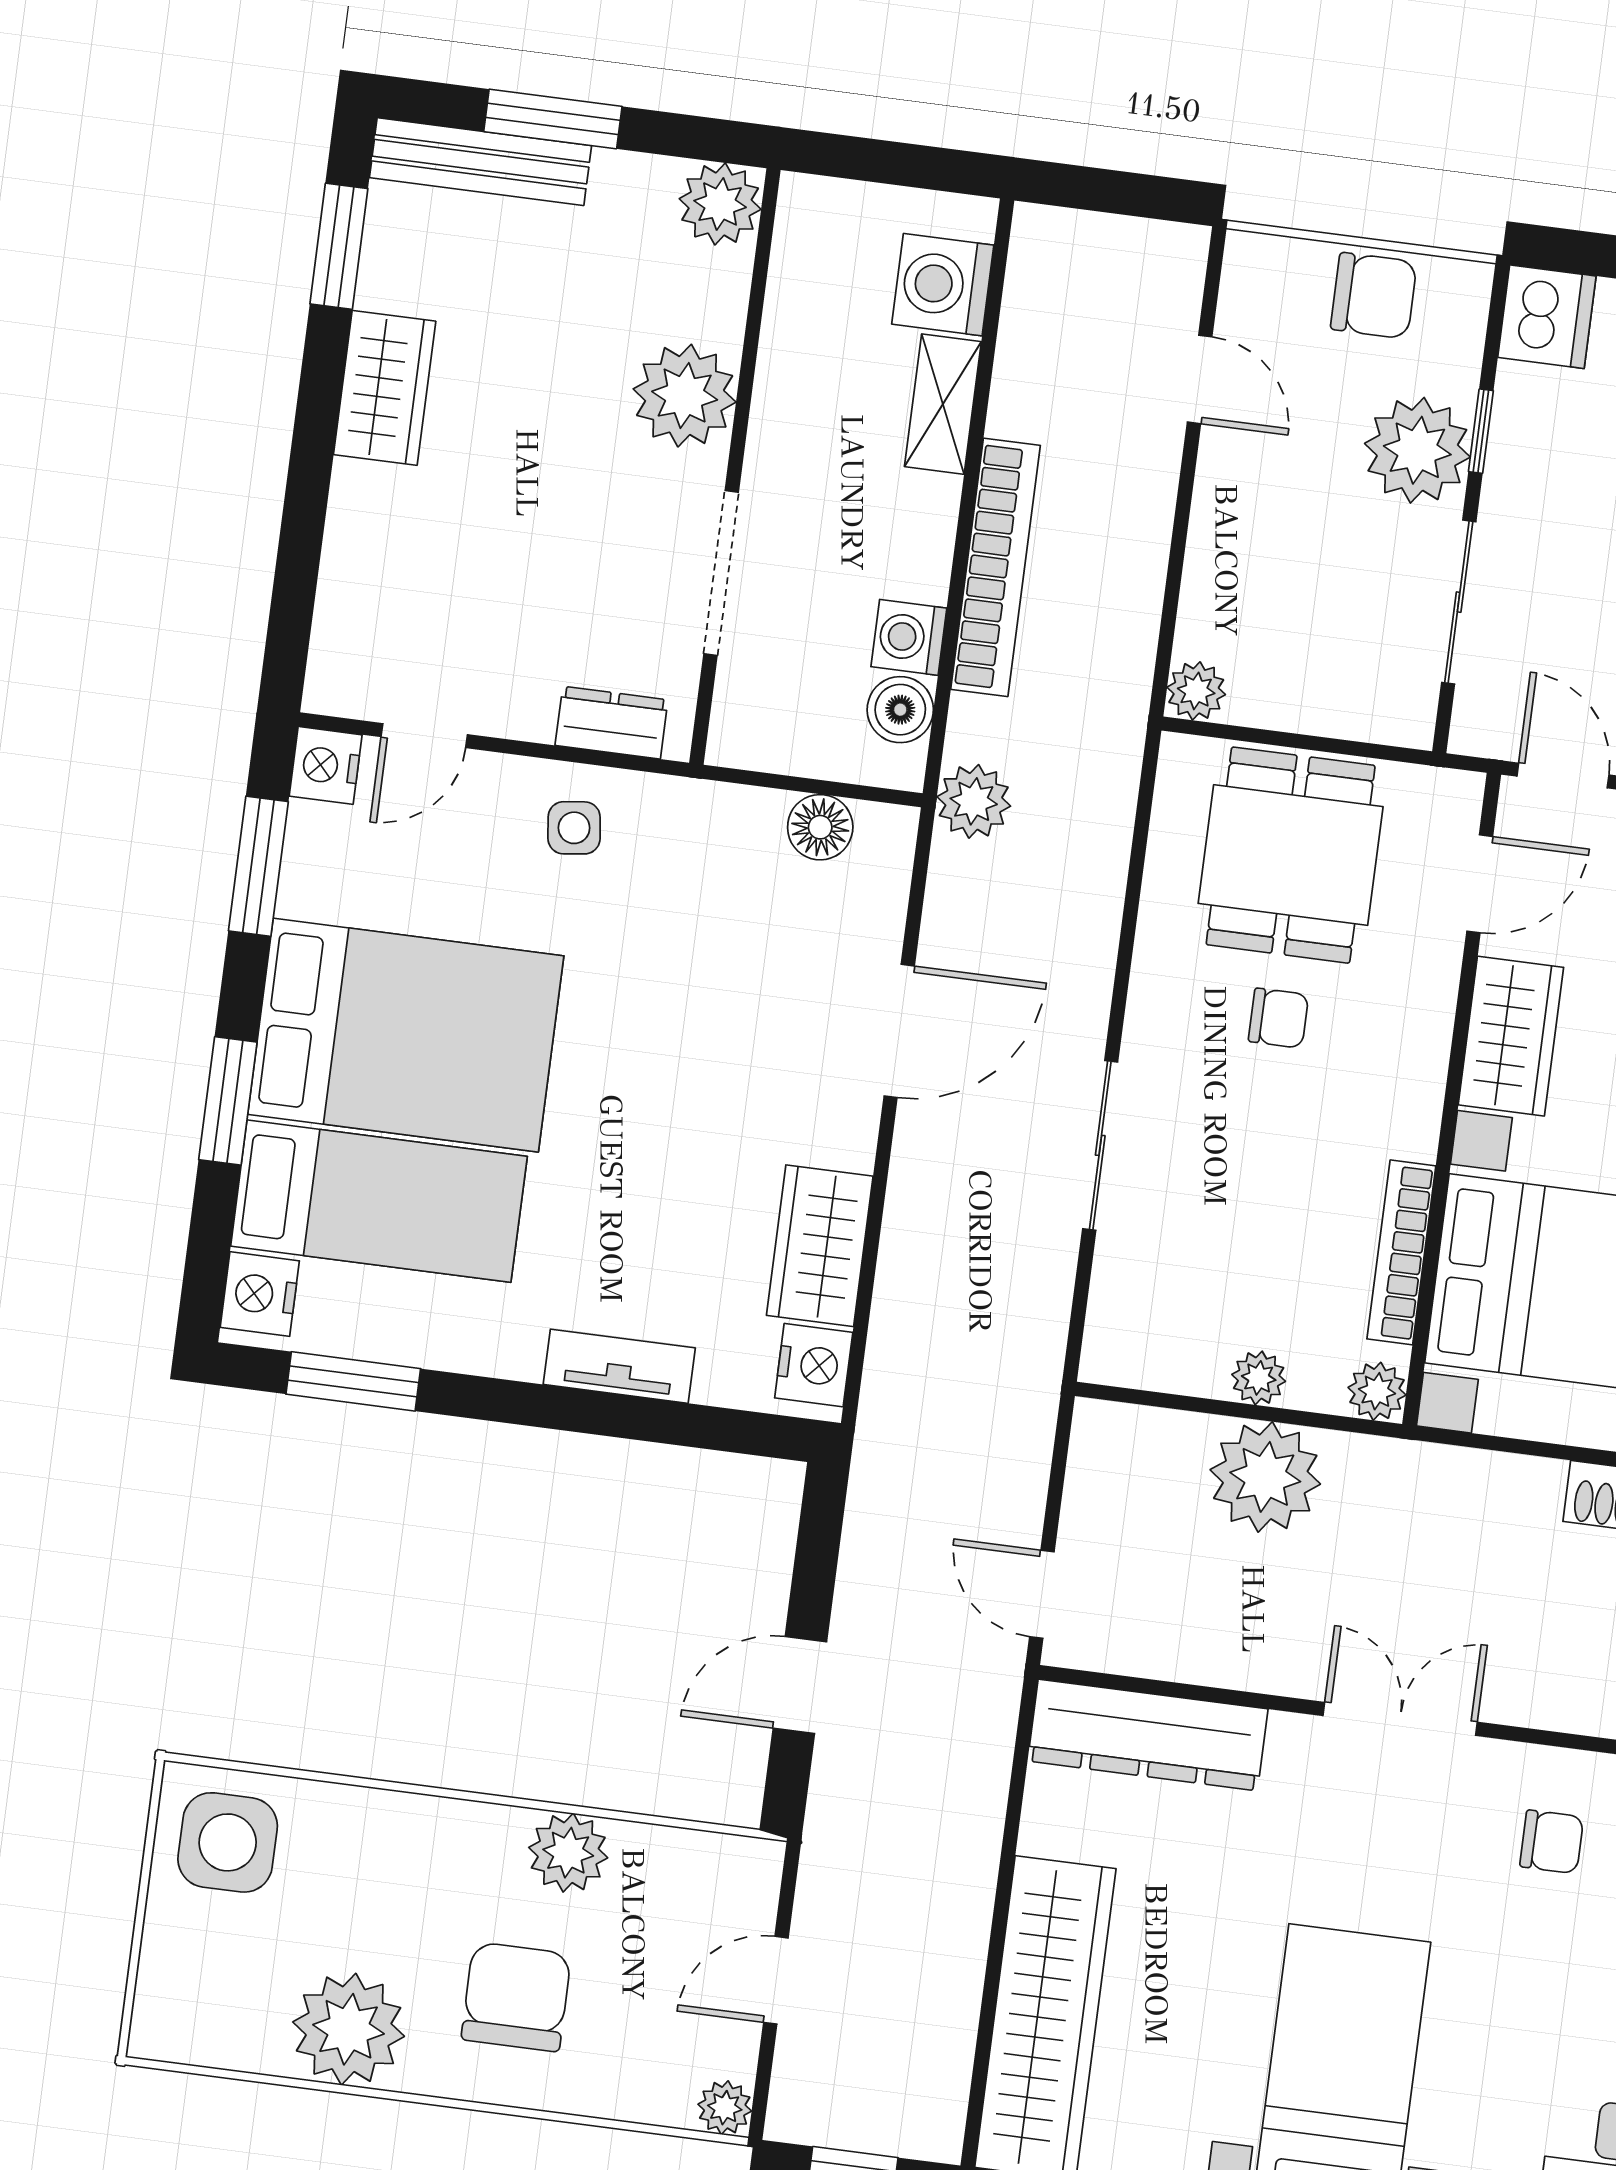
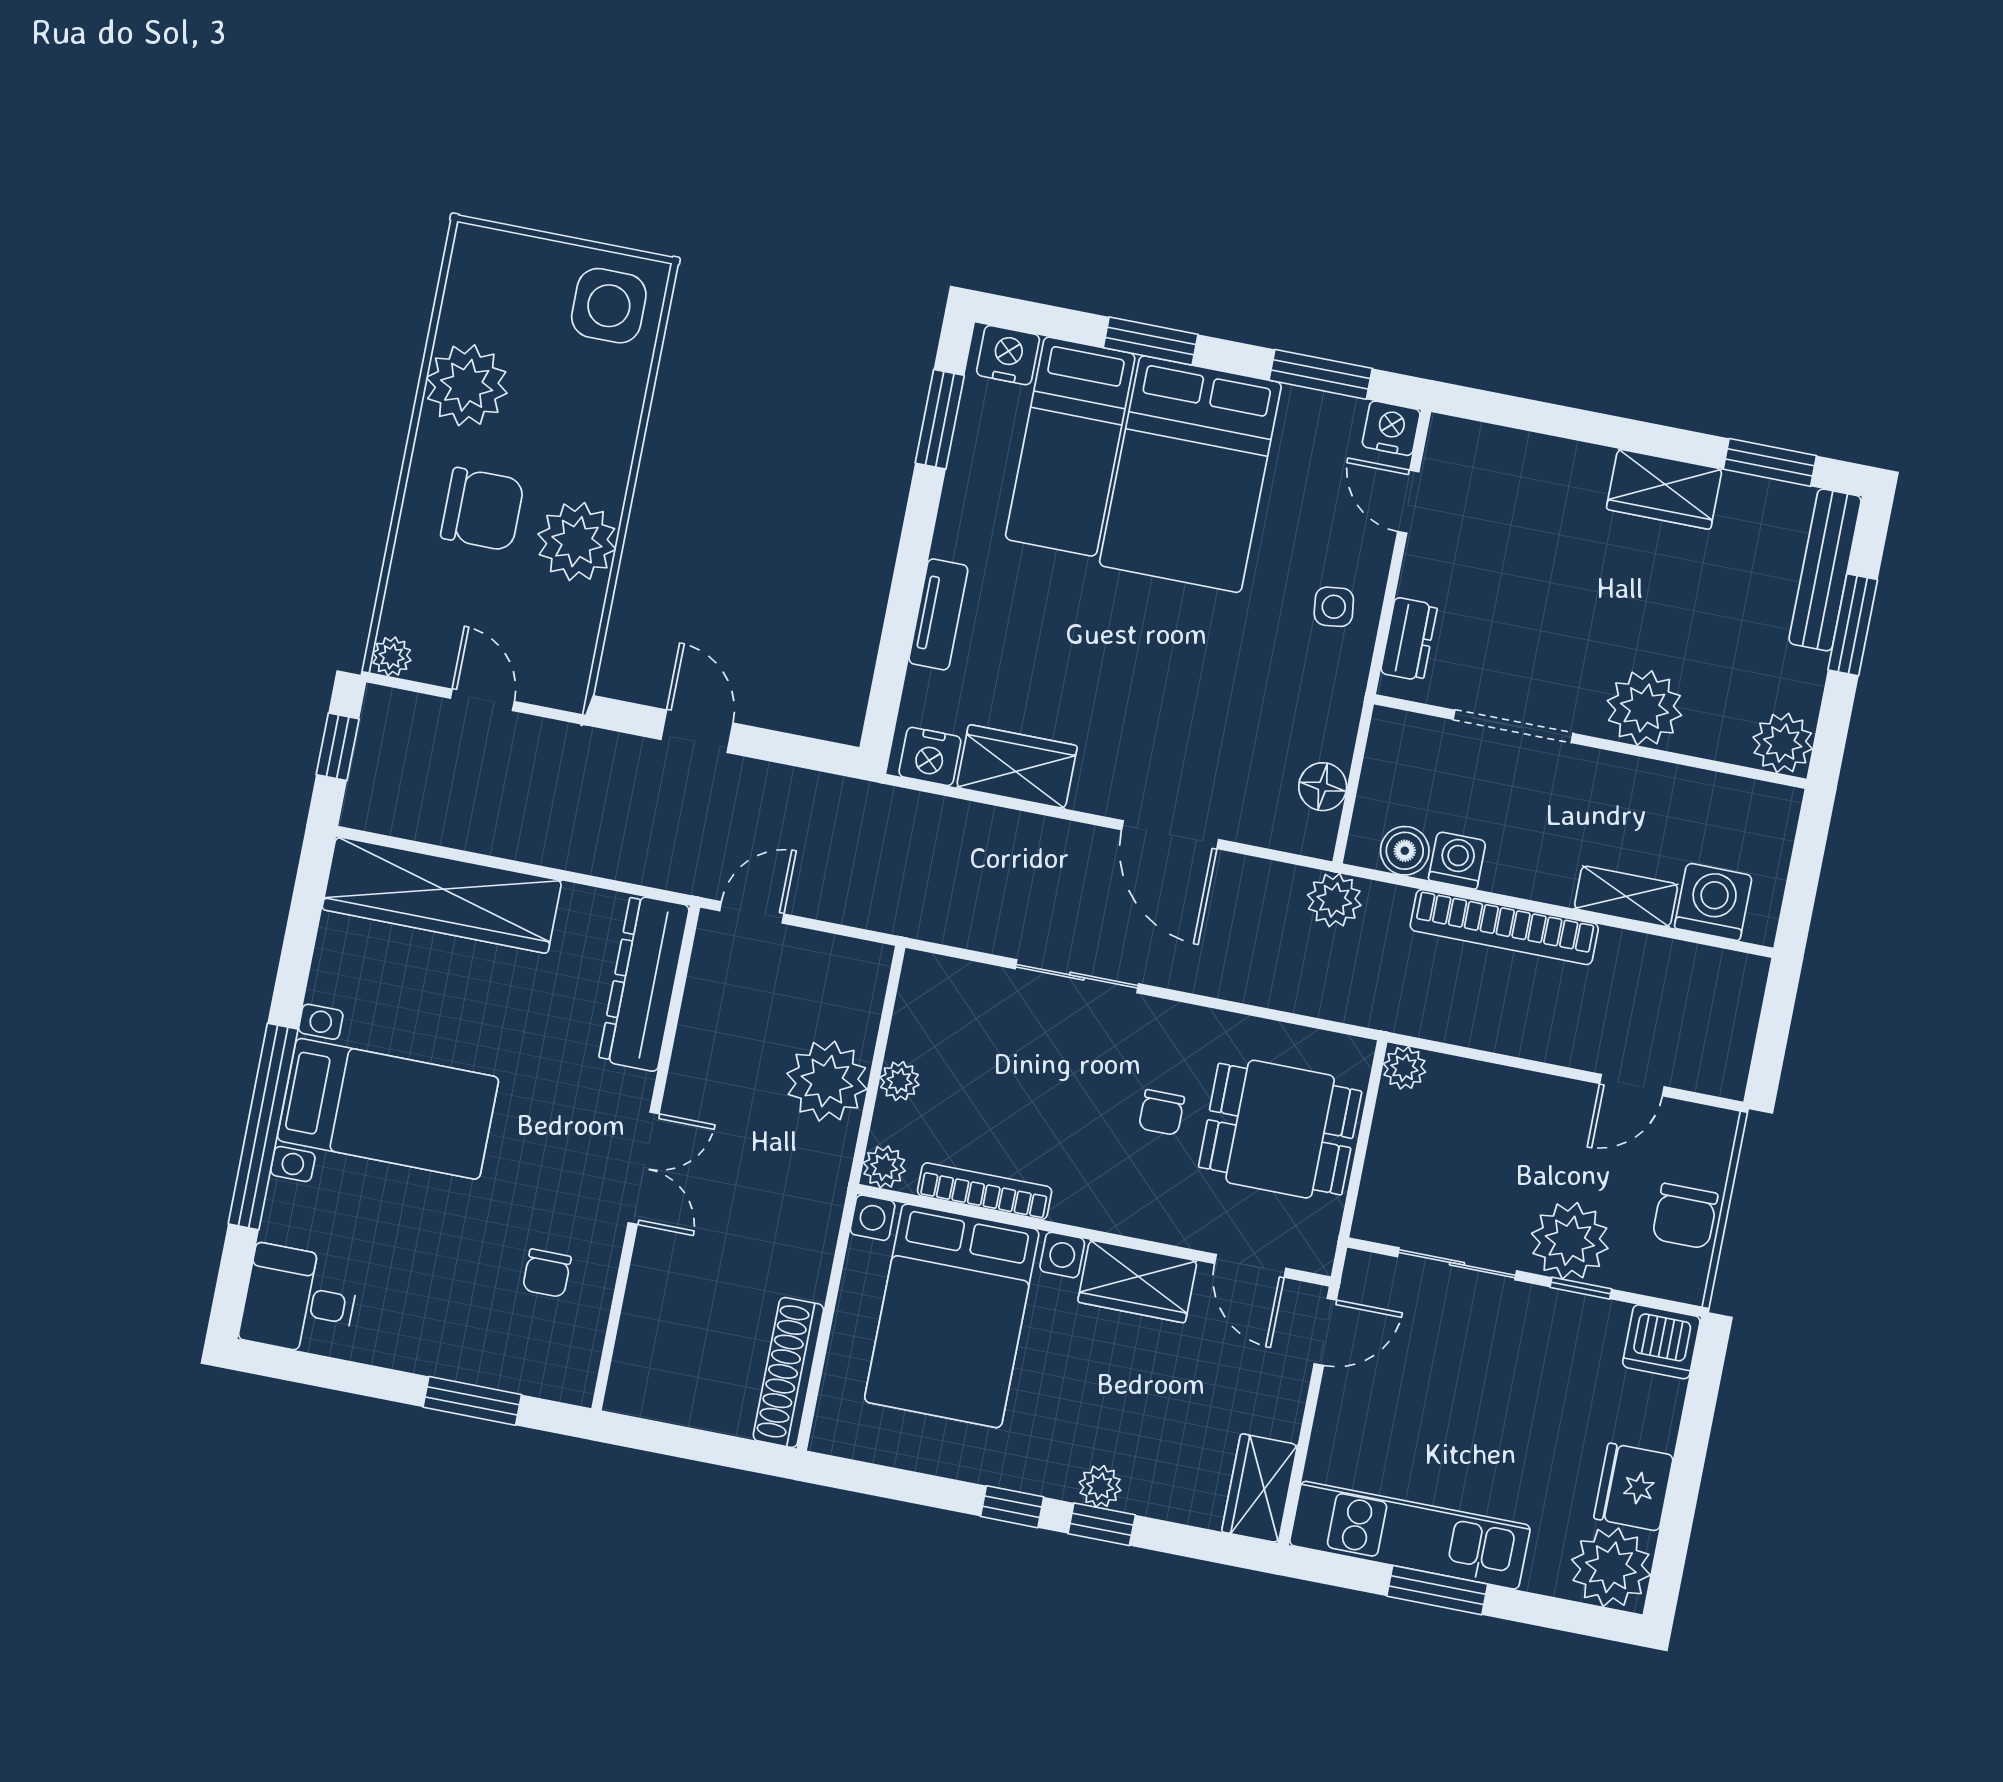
plant: (568, 1853) -> (577, 542), width x1.36, depth x1.36

